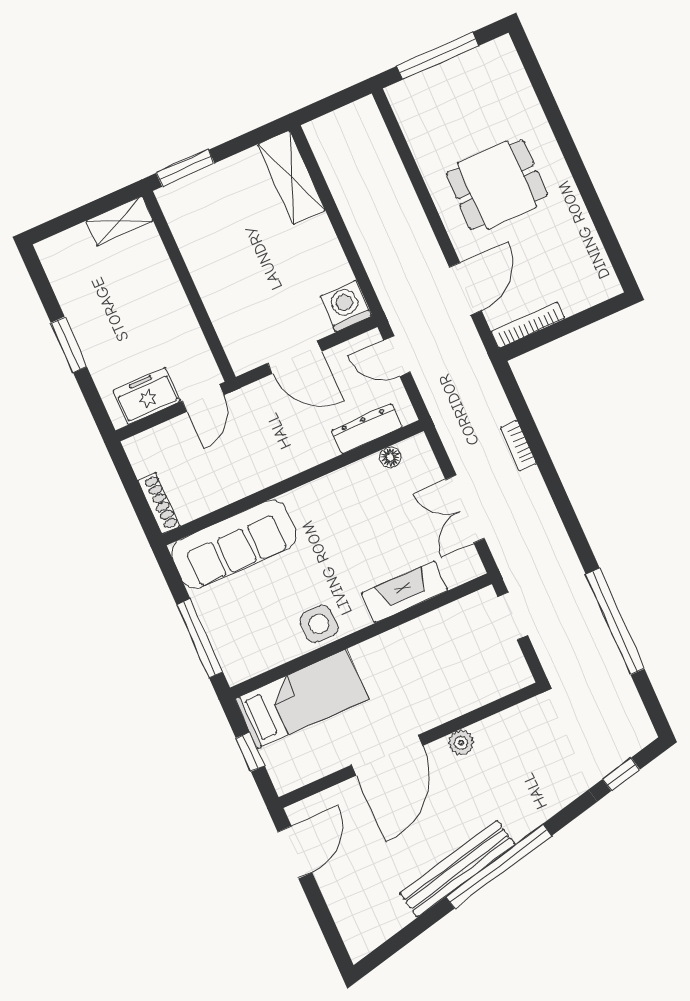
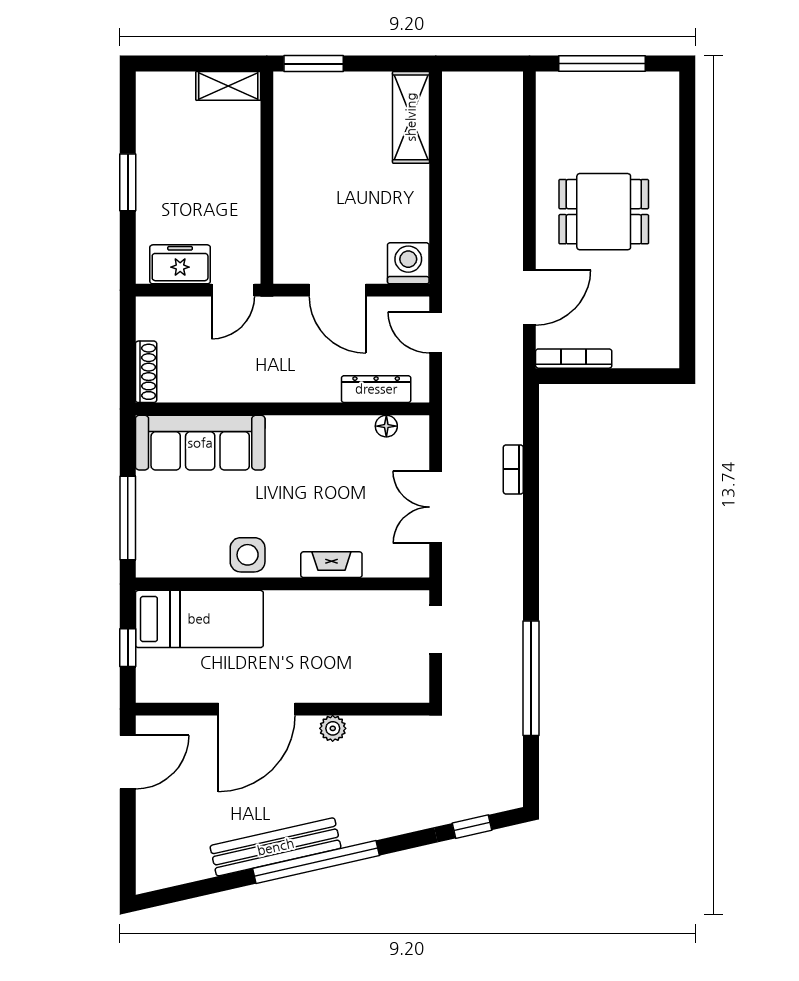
fireplace: (404, 592) -> (331, 565), width x0.73, depth x0.76

